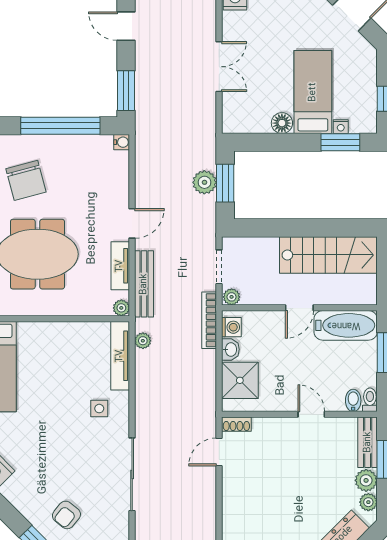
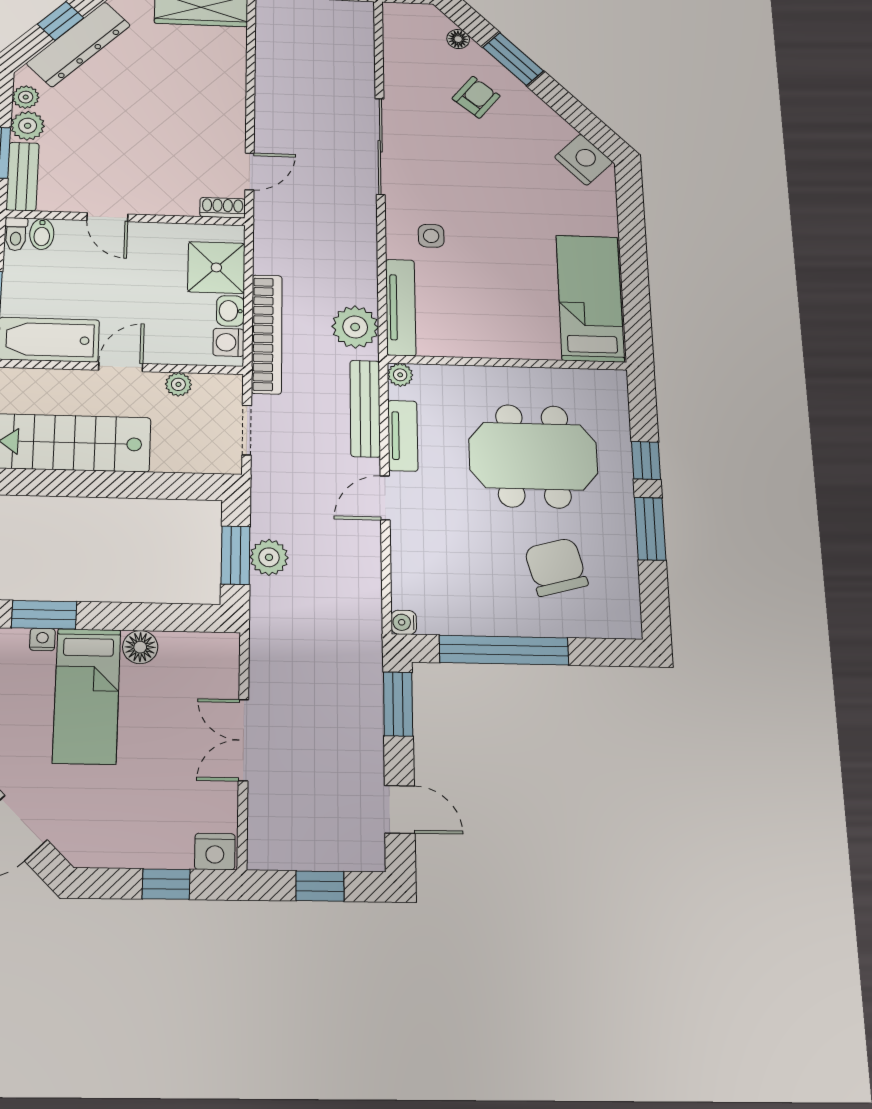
plant: (232, 297) -> (178, 384), moved
bookcase: (209, 320) -> (267, 334), width x1.48, depth x1.31
plant: (143, 341) -> (355, 327), width x1.88, depth x1.88

